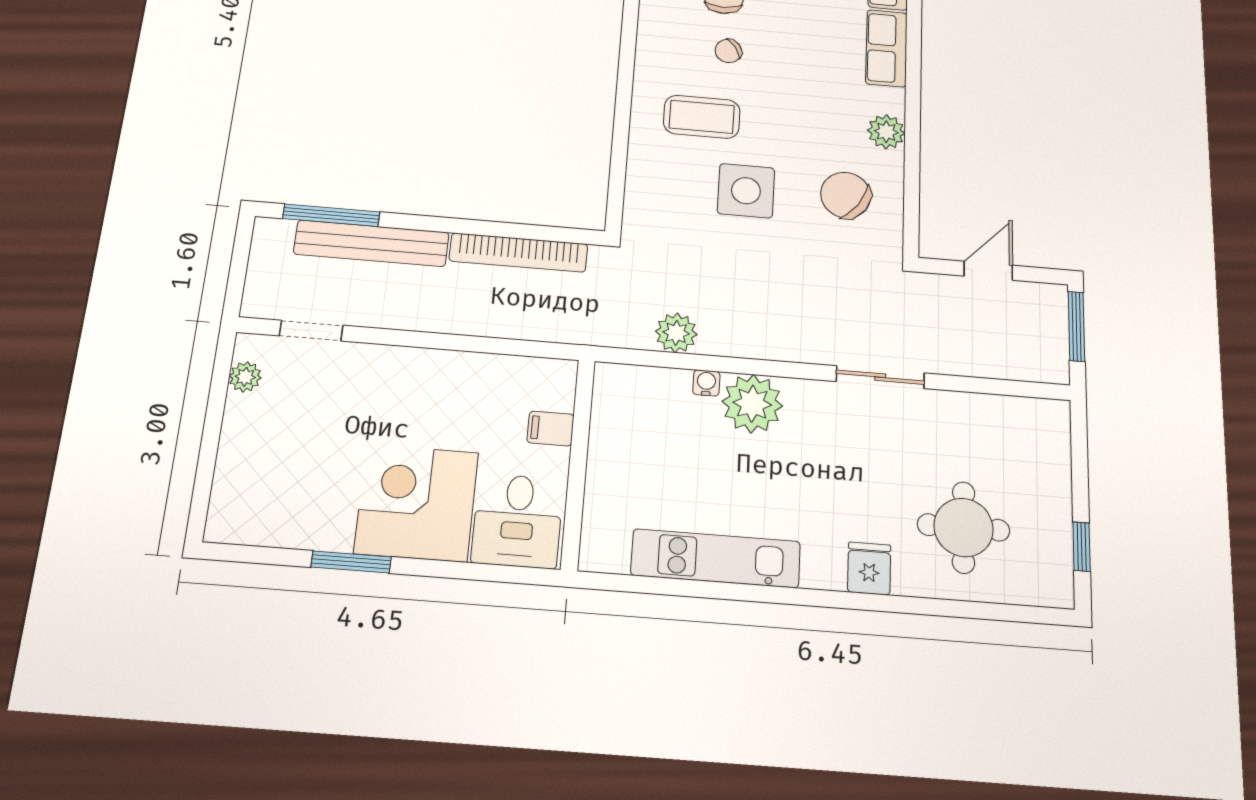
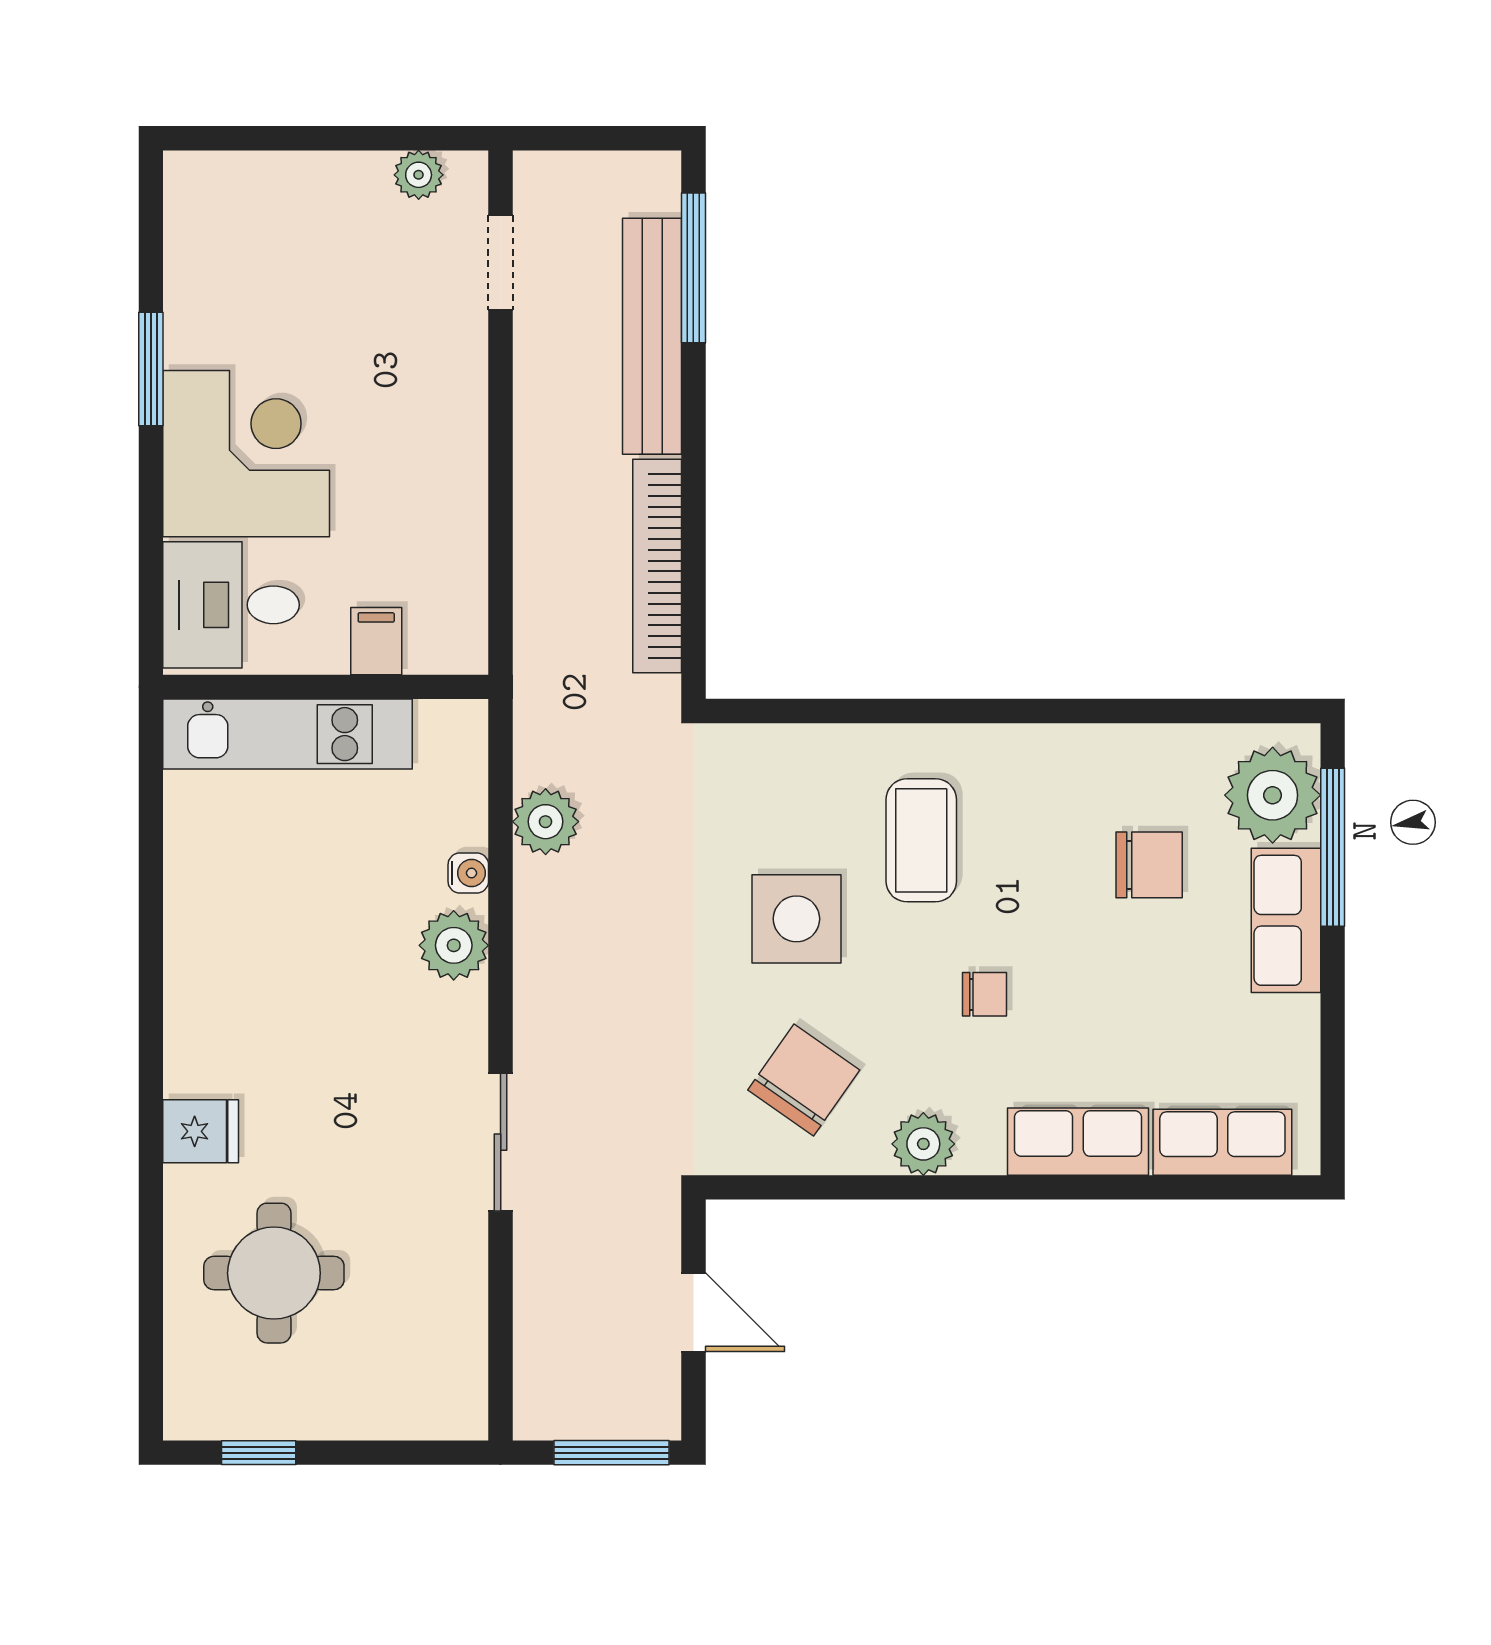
chair: (728, 51) -> (985, 994), moved, turned 124
plant: (752, 404) -> (454, 945), width x0.73, depth x0.73
kitchen unit: (716, 558) -> (287, 734), moved, turned 90

